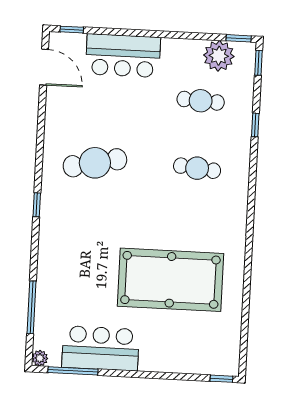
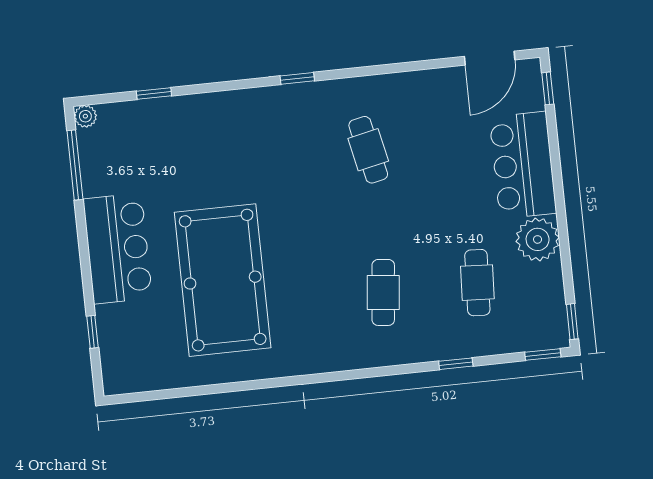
plant: (219, 56) -> (538, 239), moved
cafe table: (95, 163) -> (368, 150), width x0.73, depth x0.74
window: (31, 307) -> (154, 93), width x0.46
bar counter: (101, 348) -> (118, 248), moved
window: (221, 379) -> (93, 332), moved

